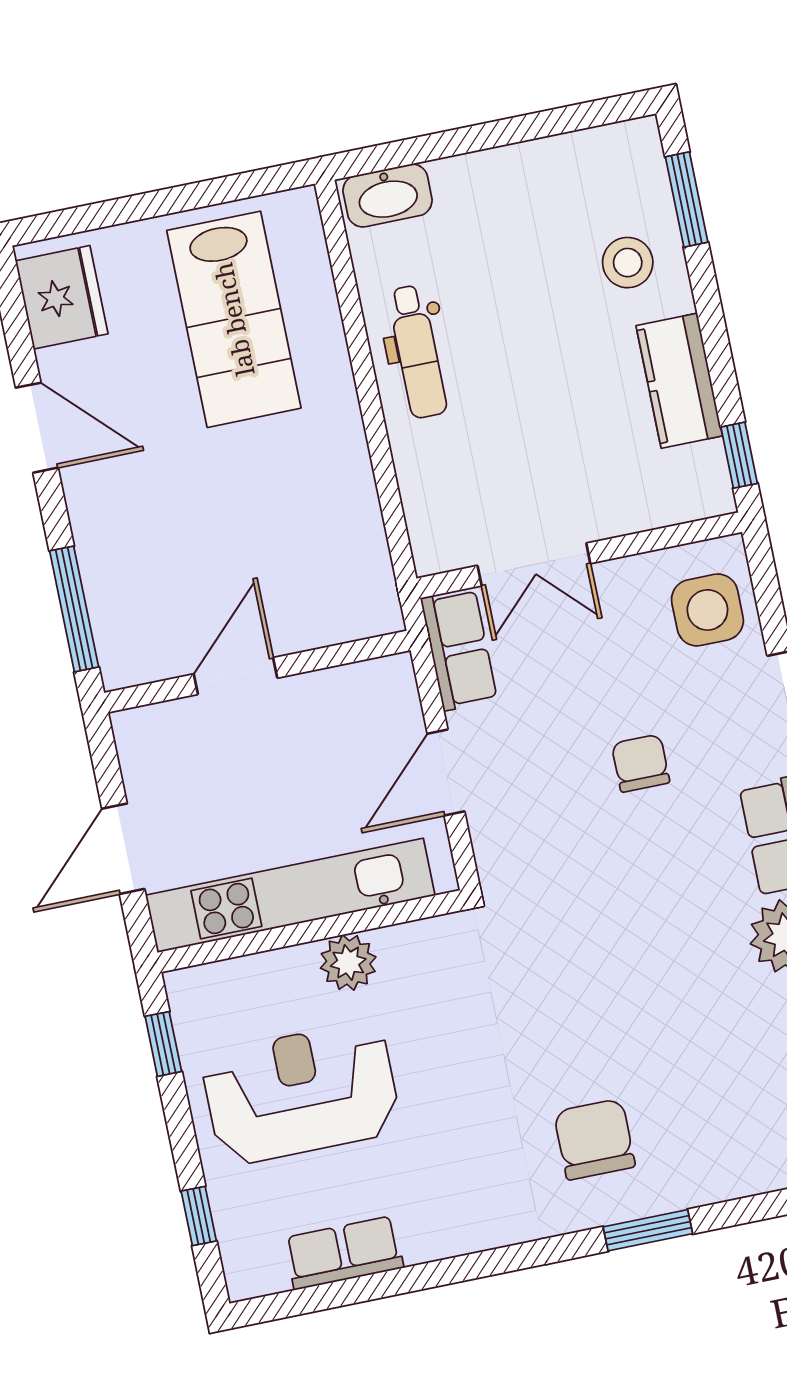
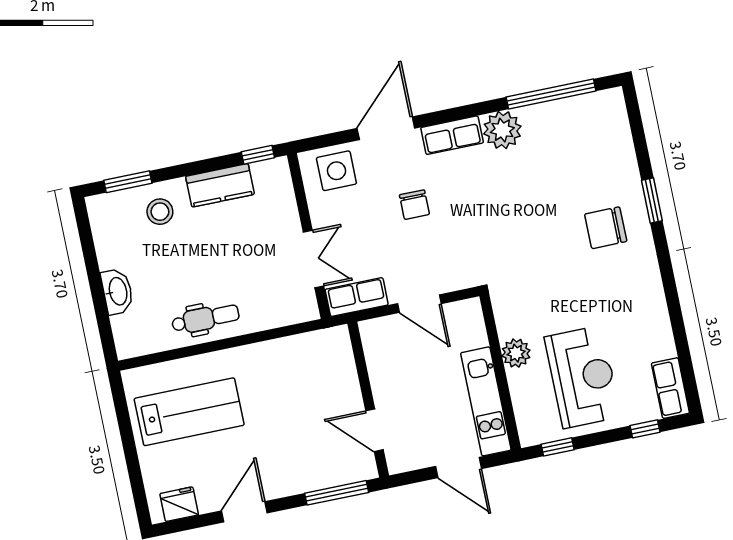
washbasin: (388, 195) -> (117, 291), moved
fridge: (62, 297) -> (179, 504), width x0.73, depth x0.75
door: (236, 676) -> (375, 430), moved
chair: (641, 763) -> (414, 205), turned -90
kitchen unit: (290, 895) -> (486, 401), width x0.73
reception desk: (301, 1093) -> (582, 377), turned 180
row of seats: (344, 1253) -> (670, 388), moved

